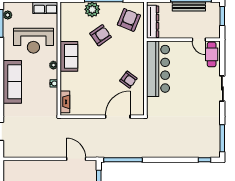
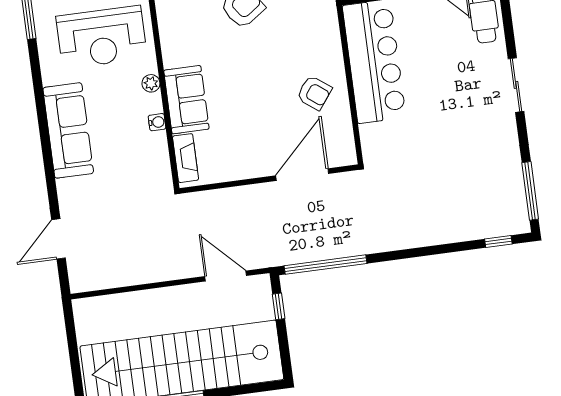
sofa: (69, 56) -> (186, 100), moved

